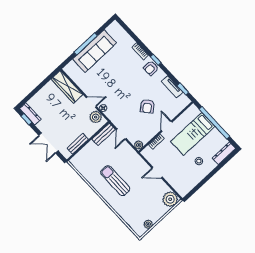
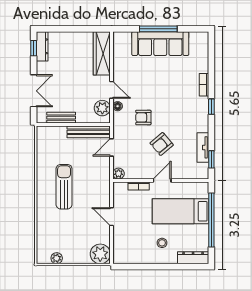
armchair: (151, 68) -> (143, 117), moved
bench: (104, 134) -> (89, 132), width x1.36
double door: (49, 143) -> (34, 91), swing flipped

